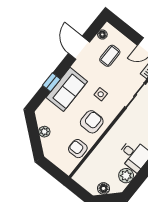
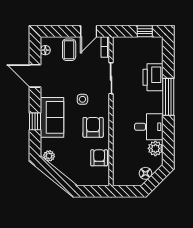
coffee table: (110, 56) -> (69, 50), moved
plant: (44, 132) -> (49, 156), moved
armchair: (78, 149) -> (99, 158), turned 90

